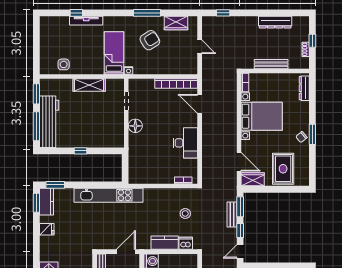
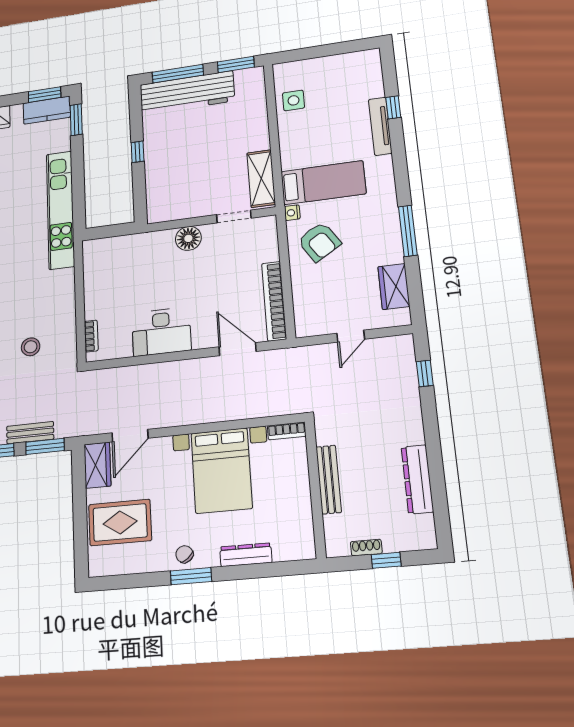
armchair: (150, 40) -> (319, 242), moved
shelving: (89, 85) -> (261, 179), moved
dresser: (304, 88) -> (246, 555), moved
door: (200, 104) -> (238, 349), hinge flipped

